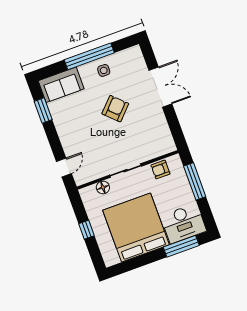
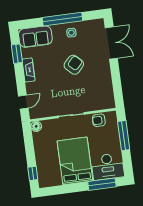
double door: (160, 87) -> (111, 43), moved
fireplace: (62, 127) -> (28, 70), added
floor lamp: (103, 187) -> (36, 126), moved
bed: (136, 227) -> (75, 161), width x0.73
window: (87, 230) -> (33, 173), moved

